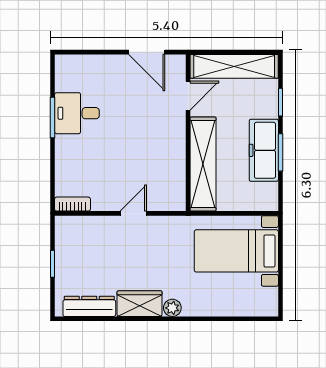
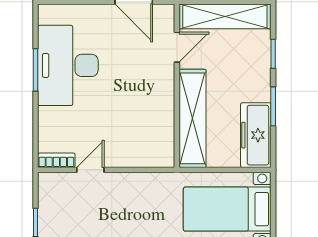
desk: (77, 113) -> (68, 65), width x1.87, depth x1.30
freezer: (264, 150) -> (256, 135), moved
door: (133, 213) -> (90, 170), moved

